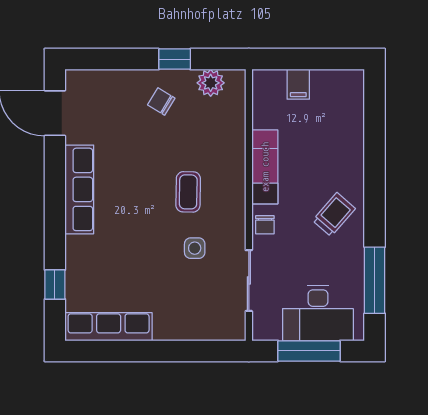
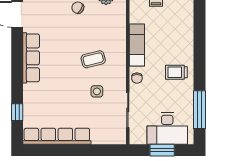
coffee table: (188, 192) -> (93, 59), turned 75
trolley: (334, 215) -> (176, 72), turned -131
row of seats: (109, 327) -> (57, 136), width x1.36
window: (309, 351) -> (162, 150), width x0.69

